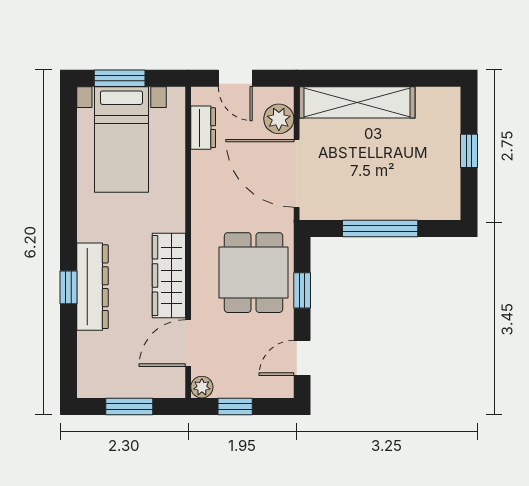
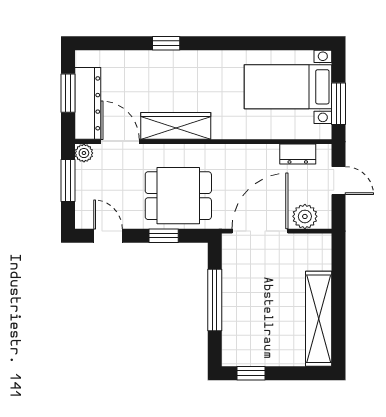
window: (120, 78) -> (338, 104), moved
door: (235, 78) -> (338, 181), swing flipped
shelving: (357, 102) -> (319, 319), moved
window: (469, 151) -> (251, 373), moved
dresser: (92, 287) -> (88, 103), moved, turned -90
window: (235, 406) -> (68, 180), width x1.50

